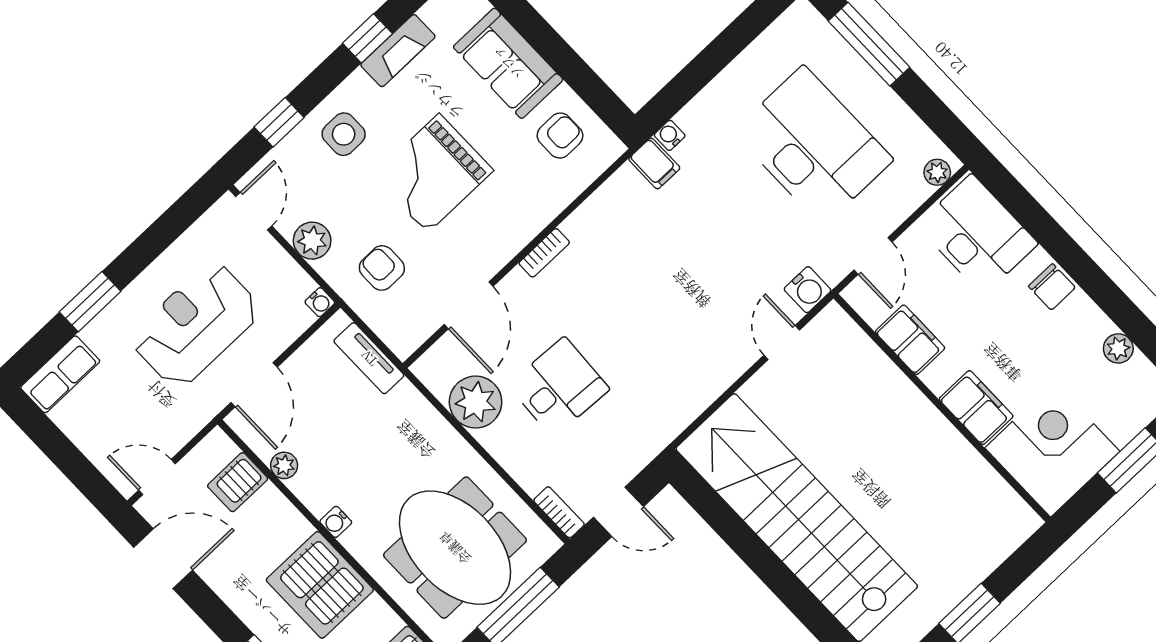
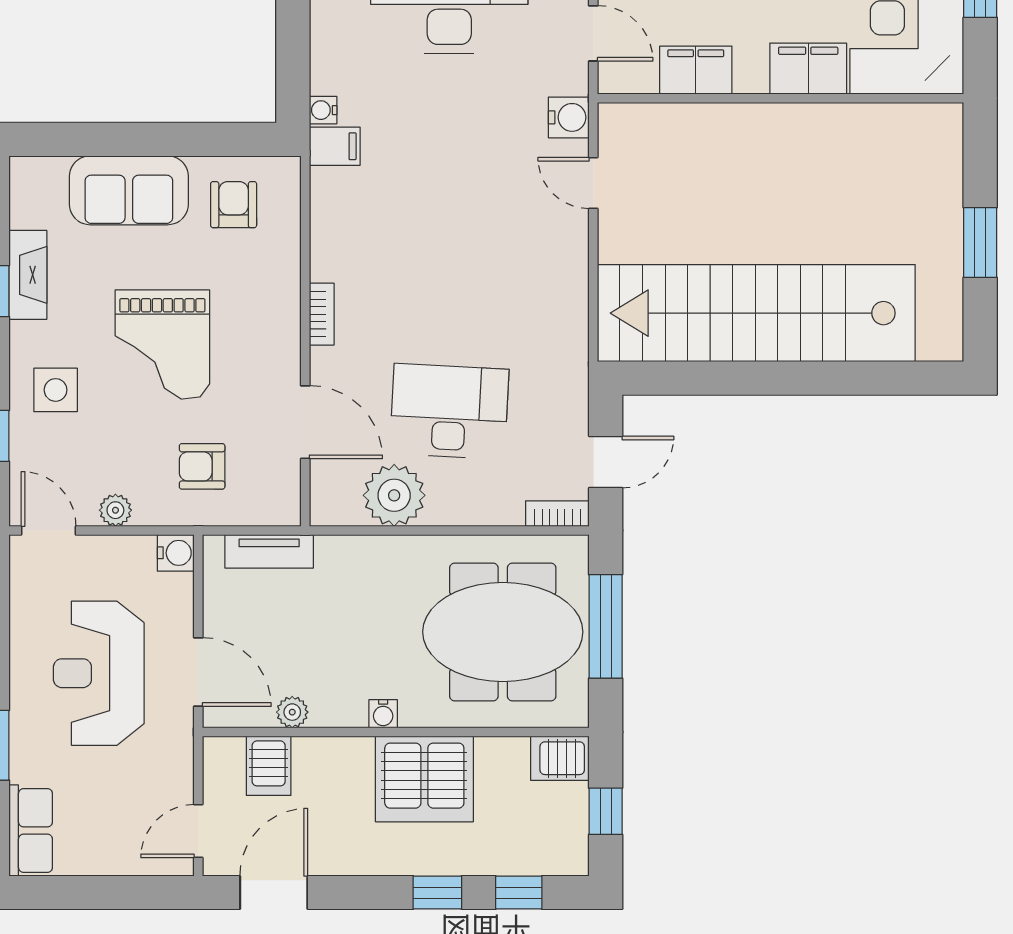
plant: (312, 241) -> (115, 510), width x0.73, depth x0.73
water cooler: (320, 302) -> (176, 553), width x1.38, depth x1.38
desk: (559, 387) -> (449, 411), width x1.37

